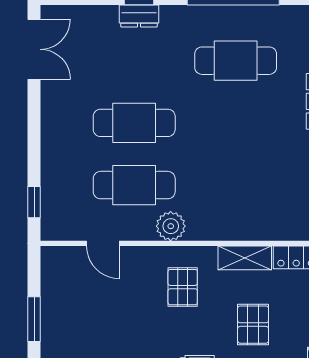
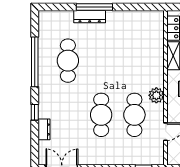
dresser: (139, 16) -> (44, 129), moved

